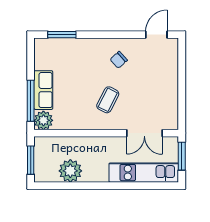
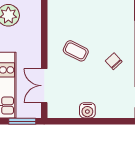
water cooler: (170, 88) -> (87, 110), added

